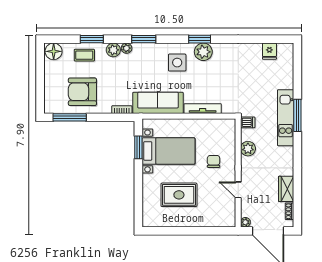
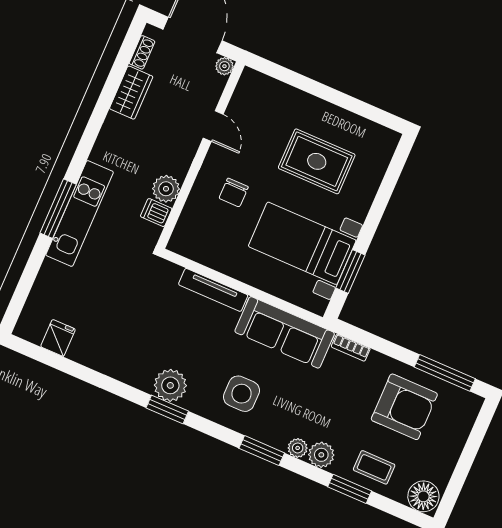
side table: (177, 63) -> (241, 394), moved
dishwasher: (248, 122) -> (156, 213), moved

